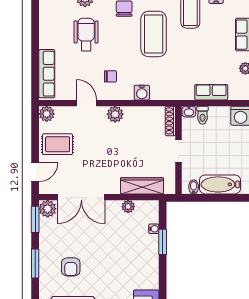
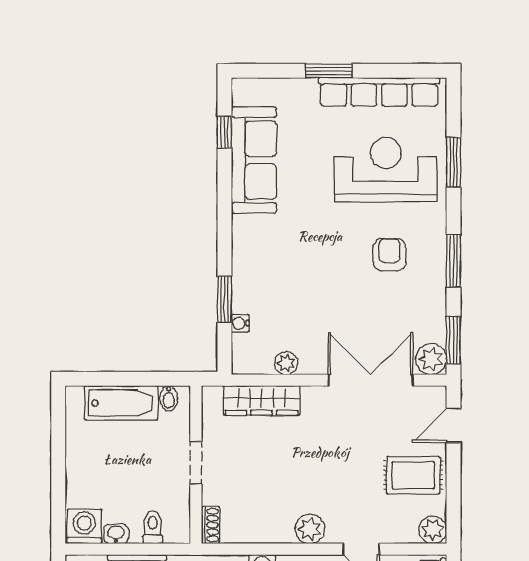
washbasin: (189, 112) -> (116, 534), moved
shoe rack: (170, 121) -> (210, 525), width x0.70

